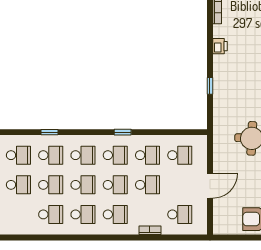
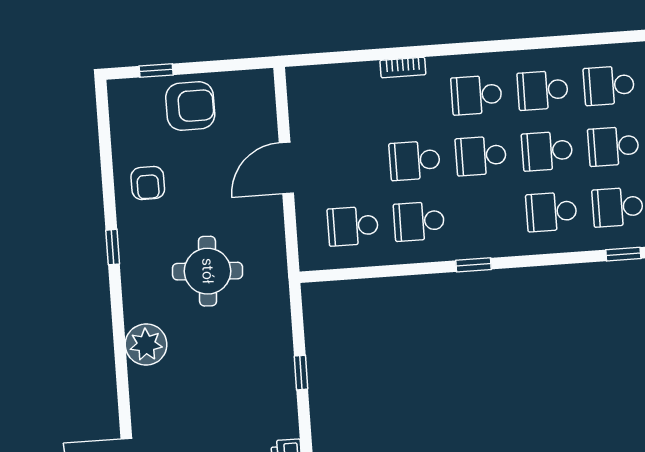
school desk: (115, 155) -> (485, 217), removed
school desk: (180, 214) -> (344, 104), removed

